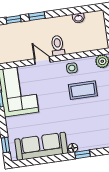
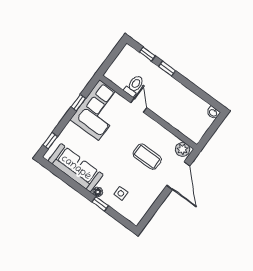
washbasin: (78, 18) -> (213, 113), moved
toilet: (58, 46) -> (134, 86), moved
side table: (72, 68) -> (121, 193), moved

